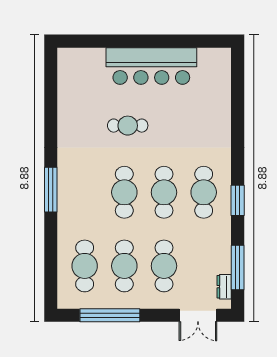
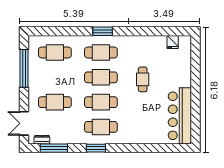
bar counter: (151, 66) -> (180, 116), moved
fridge: (68, 78) -> (173, 42), added
window: (51, 190) -> (103, 31), width x0.69
cafe table: (124, 266) -> (101, 52), moved

